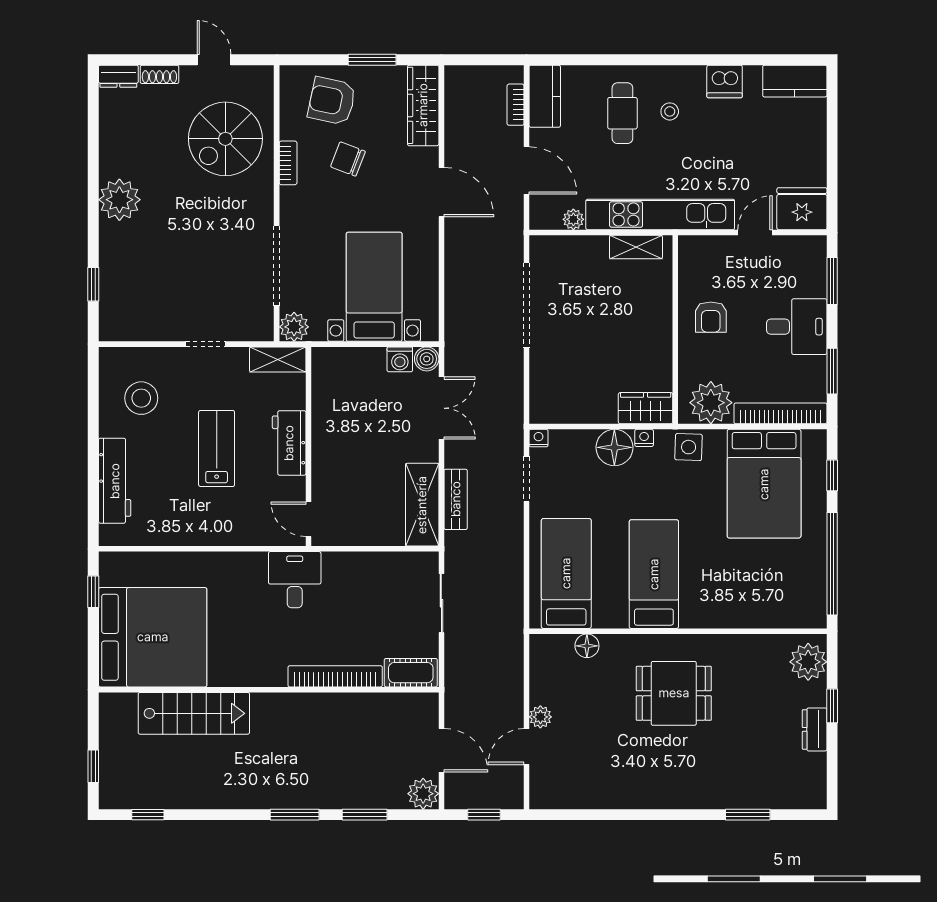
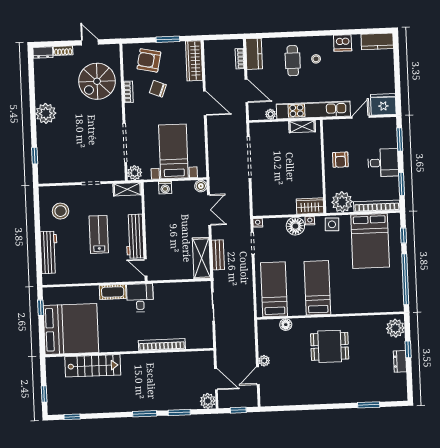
washing machine: (400, 359) -> (165, 188), moved
workbench: (289, 443) -> (135, 236), width x1.37
cot: (411, 673) -> (113, 292), moved

